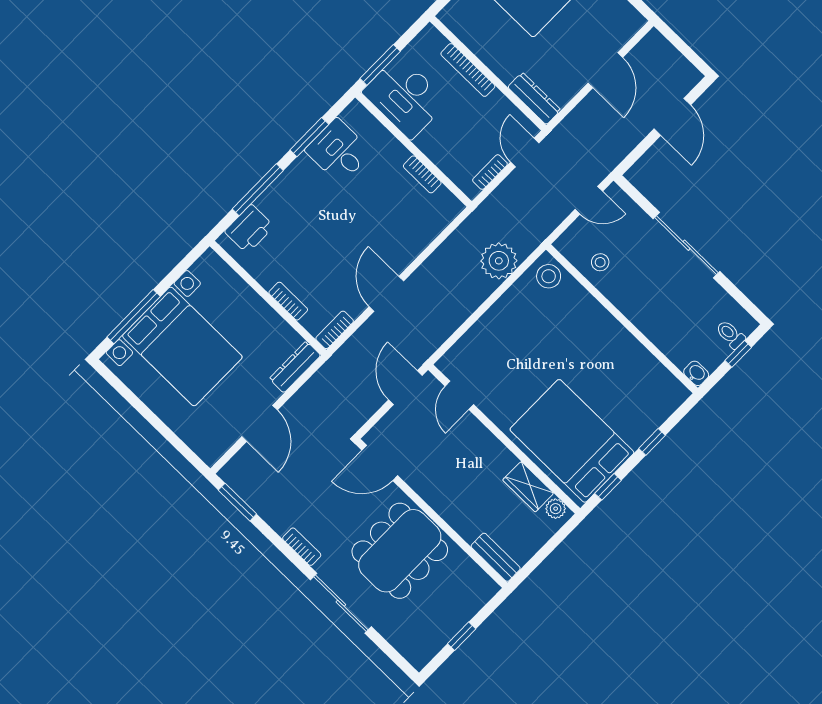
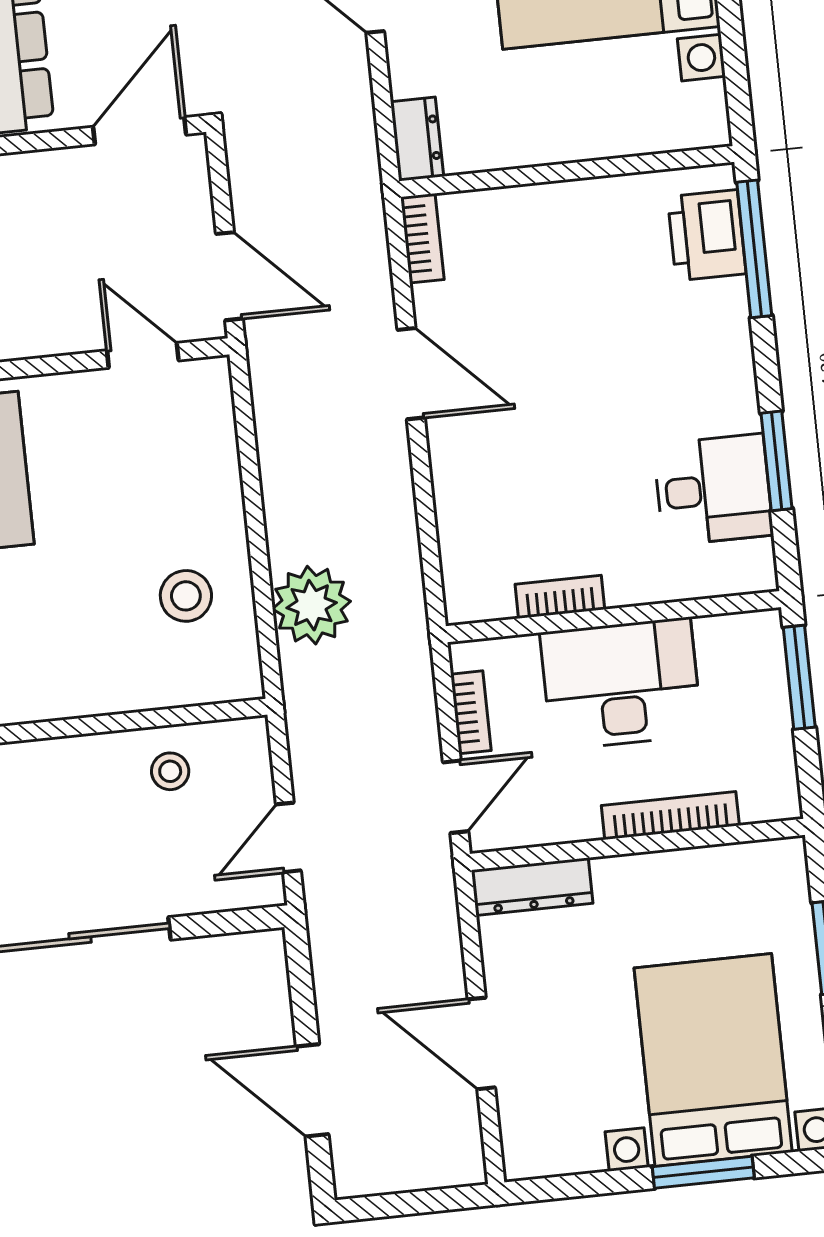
desk: (405, 97) -> (621, 684), moved
door: (525, 153) -> (456, 797), hinge flipped
window: (258, 190) -> (754, 249), moved
stool: (549, 276) -> (186, 596), moved
bookcase: (288, 301) -> (534, 201), removed
dresser: (295, 367) -> (417, 139), width x0.70

